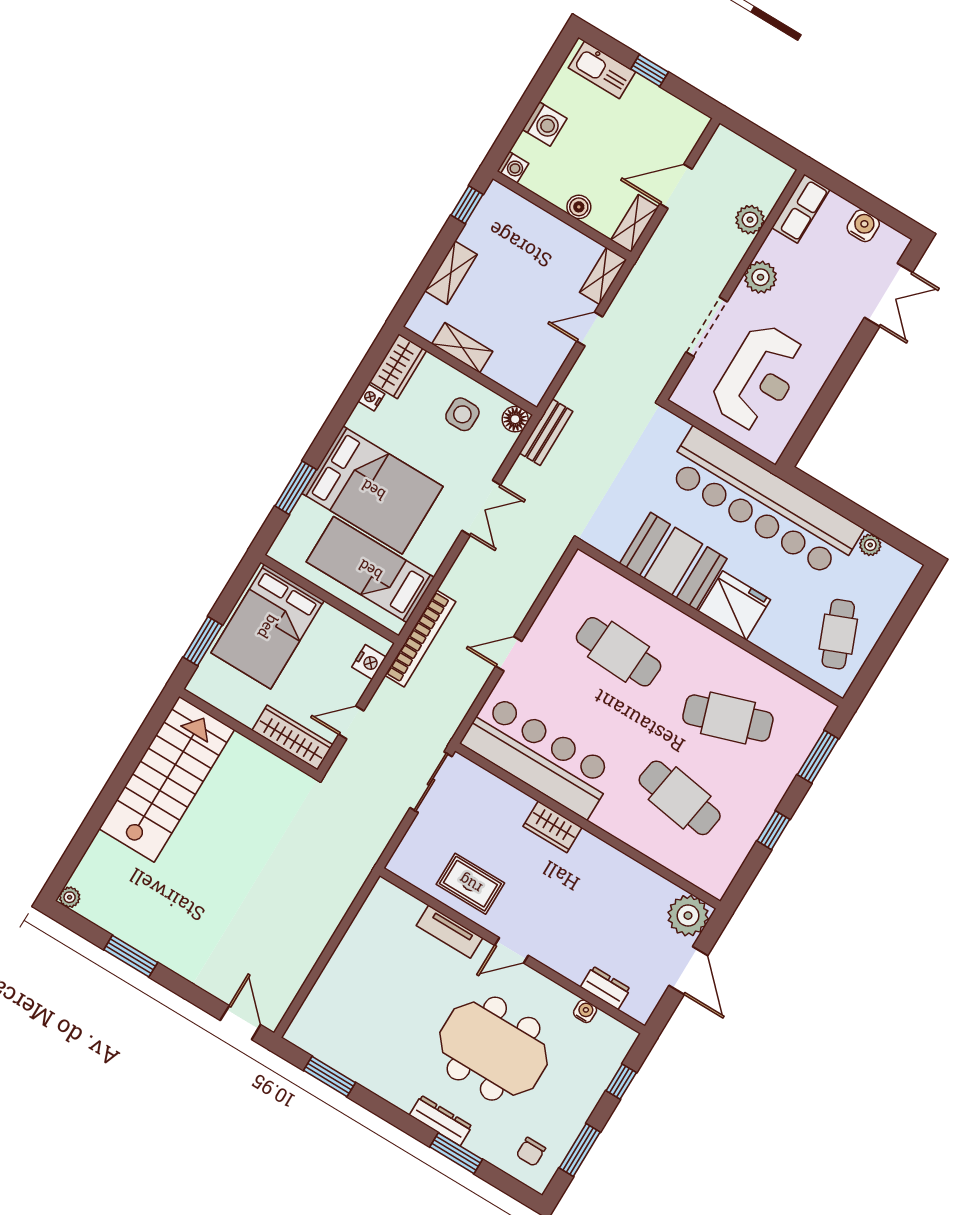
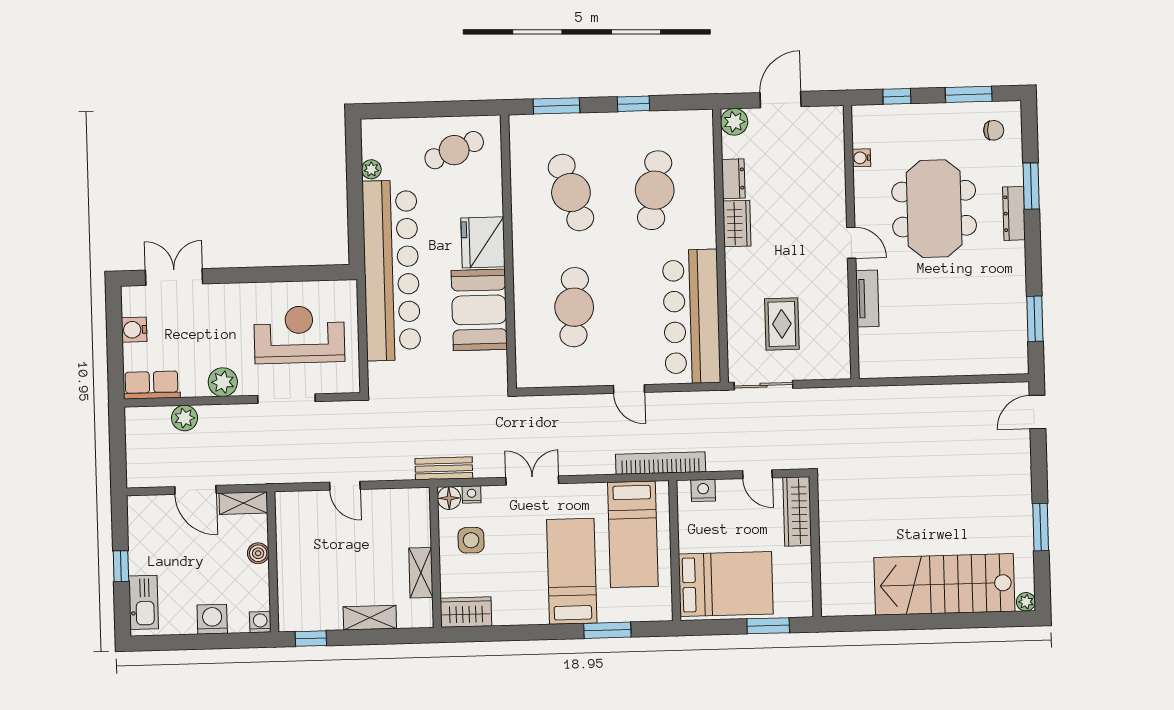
shelving: (603, 276) -> (298, 501), removed
nightstand: (371, 397) -> (472, 495), moved, turned 180
bed: (373, 490) -> (572, 571), width x0.67
stairs: (167, 779) -> (944, 584), moved
wardrobe: (553, 827) -> (737, 223), moved
rug: (470, 884) -> (782, 324), moved
plant: (688, 916) -> (734, 122), width x0.73, depth x0.73
dresser: (605, 988) -> (733, 179), moved, turned 180

